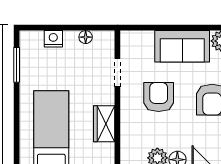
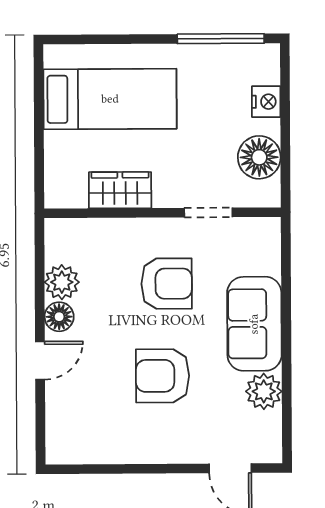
floor lamp: (86, 37) -> (259, 157), width x1.89, depth x1.89
window: (17, 65) -> (221, 39), width x1.44

